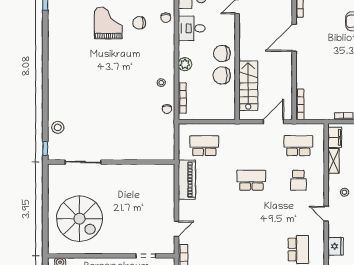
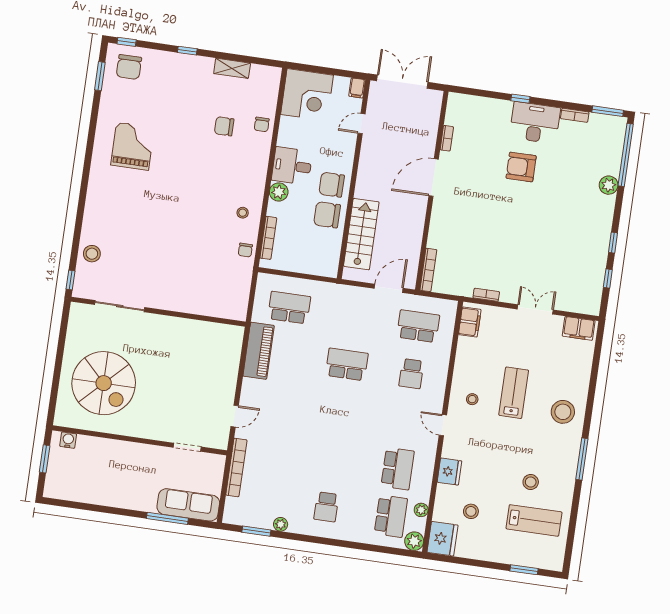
grand piano: (108, 23) -> (133, 146), moved
desk: (192, 28) -> (292, 166), moved
shelving: (334, 161) -> (463, 354), removed

